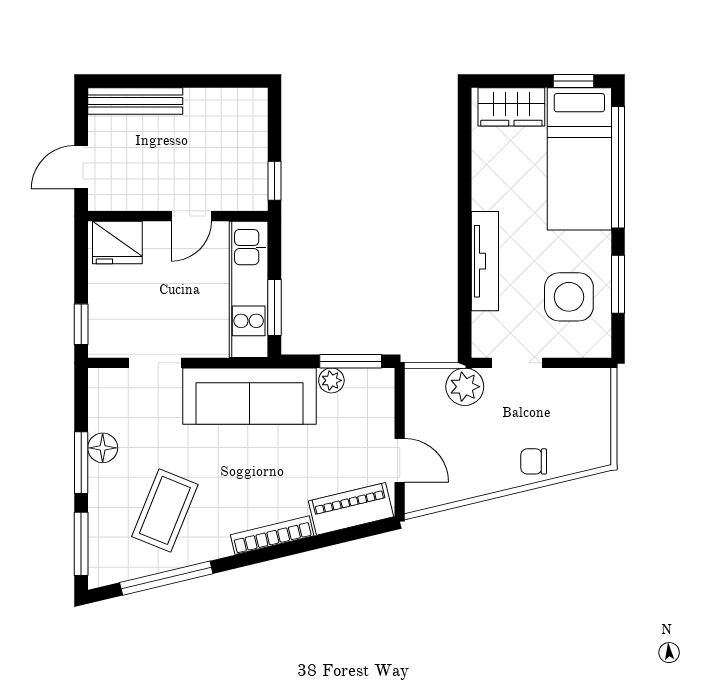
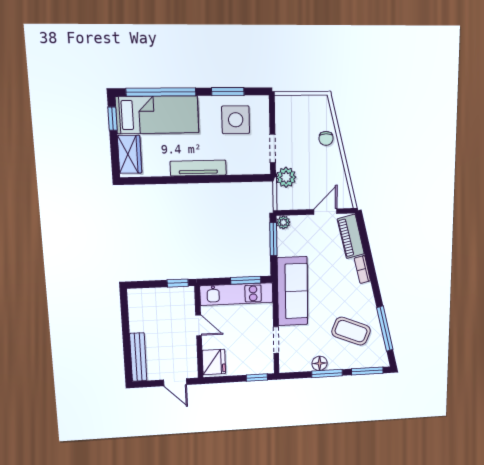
tv unit: (485, 261) -> (198, 168), moved
plant: (331, 380) -> (283, 222), moved
bookcase: (272, 535) -> (362, 269), width x0.64

